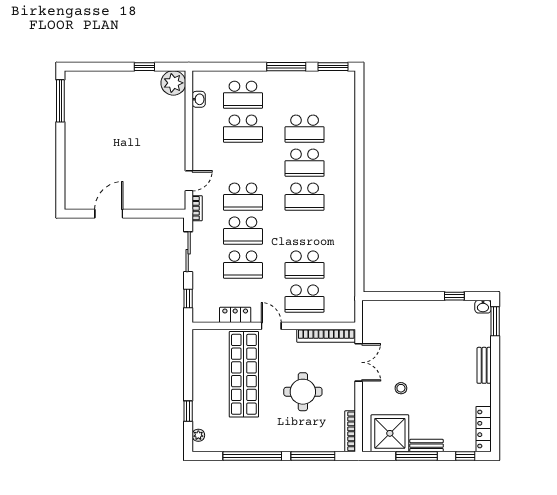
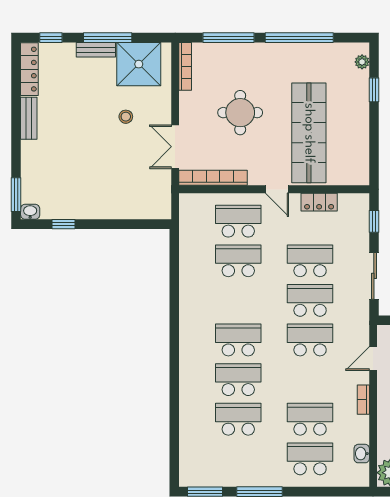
bookcase: (197, 208) -> (363, 400), moved
bench: (484, 365) -> (29, 118), moved

